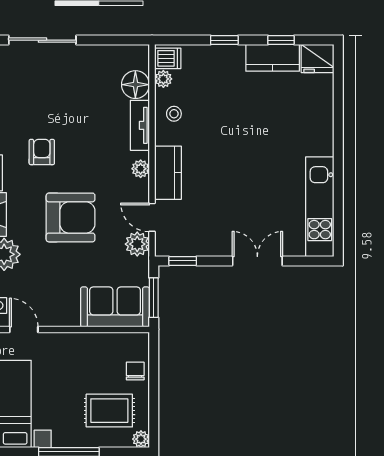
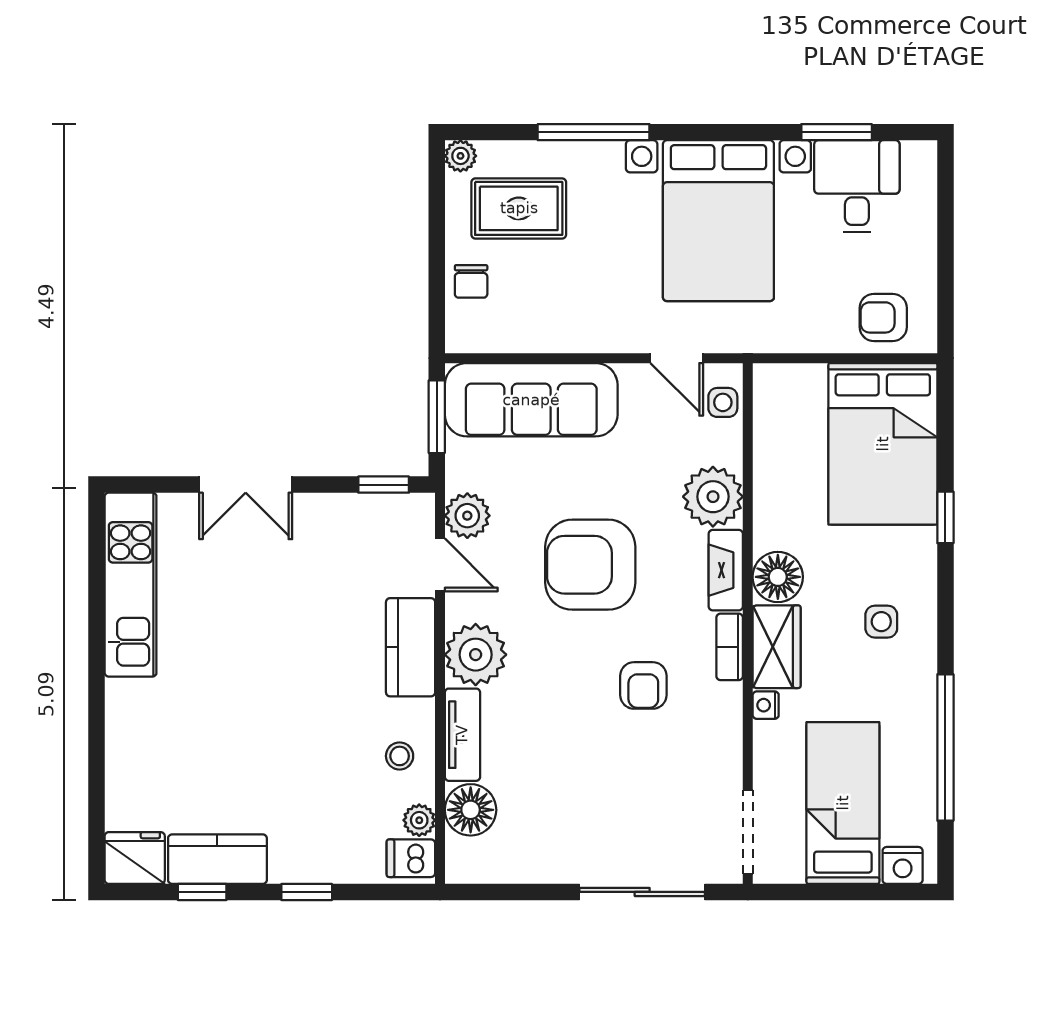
plant: (141, 169) -> (476, 655), width x1.88, depth x1.88
sofa: (115, 307) -> (531, 400), width x1.36

